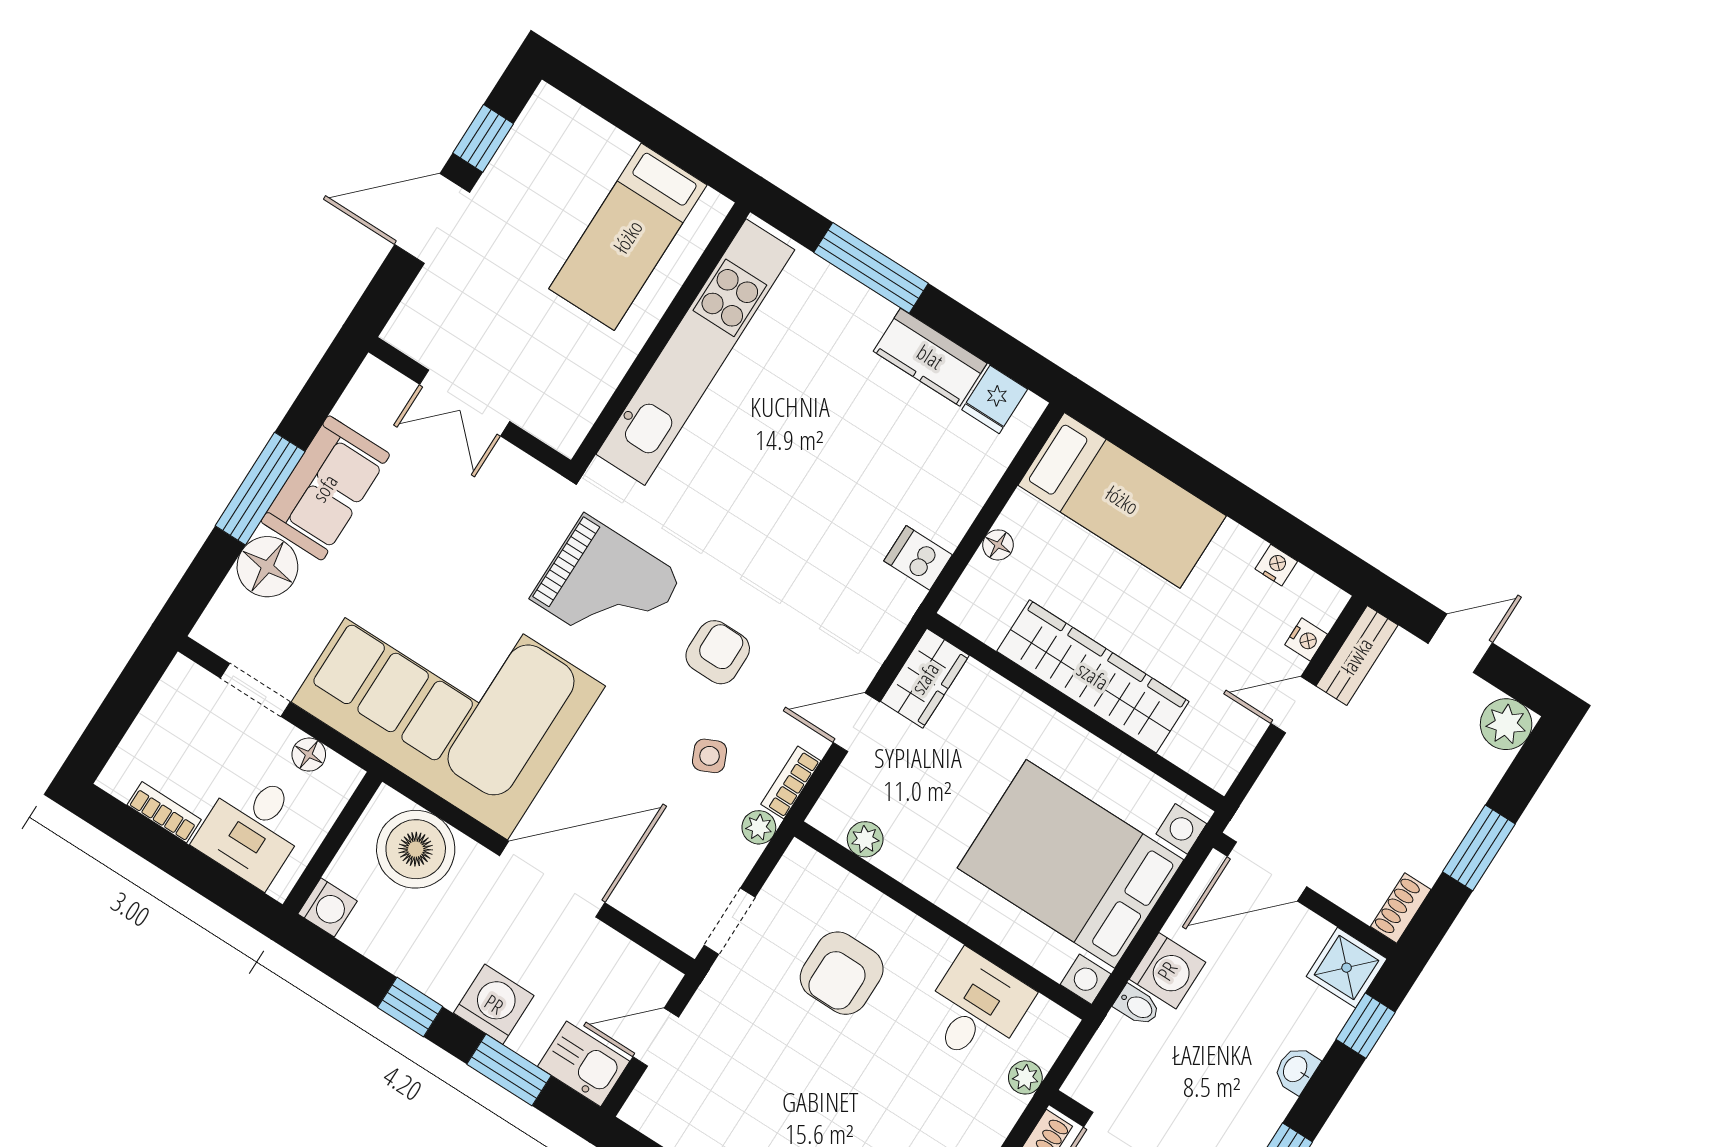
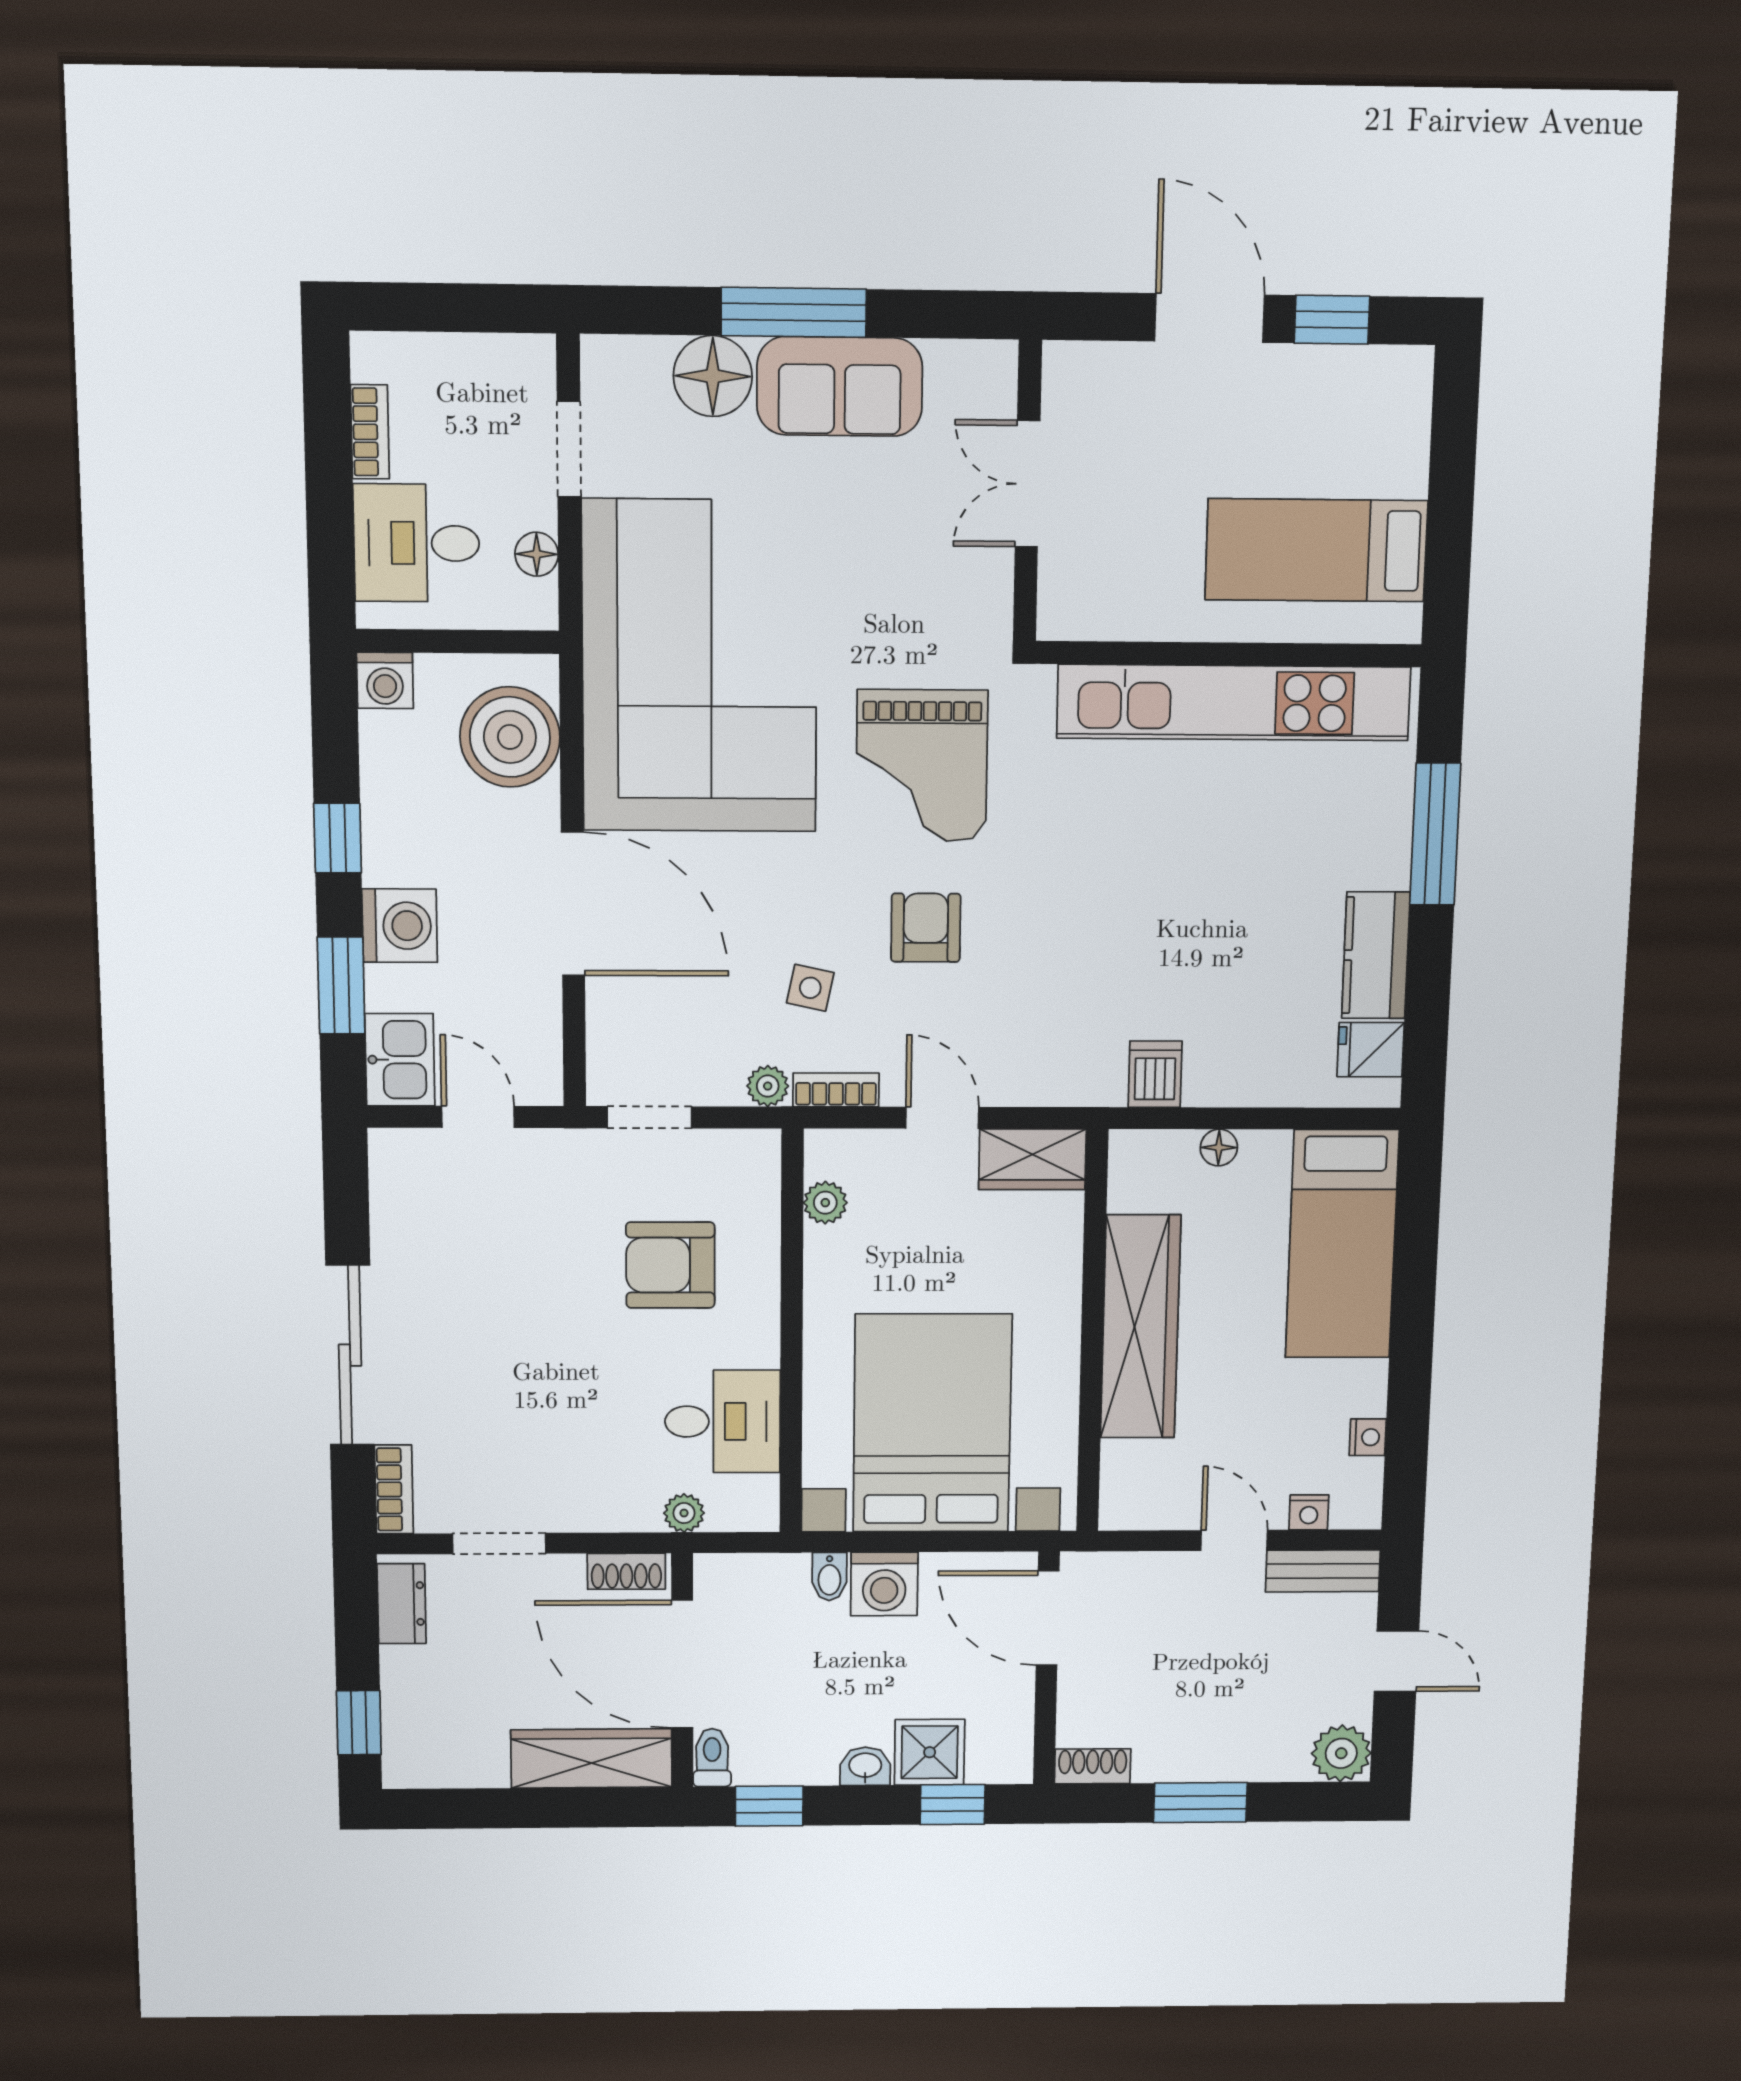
armchair: (718, 652) -> (926, 928), turned -90
side table: (710, 756) -> (810, 988), turned 36
shower: (1347, 968) -> (930, 1752), moved

